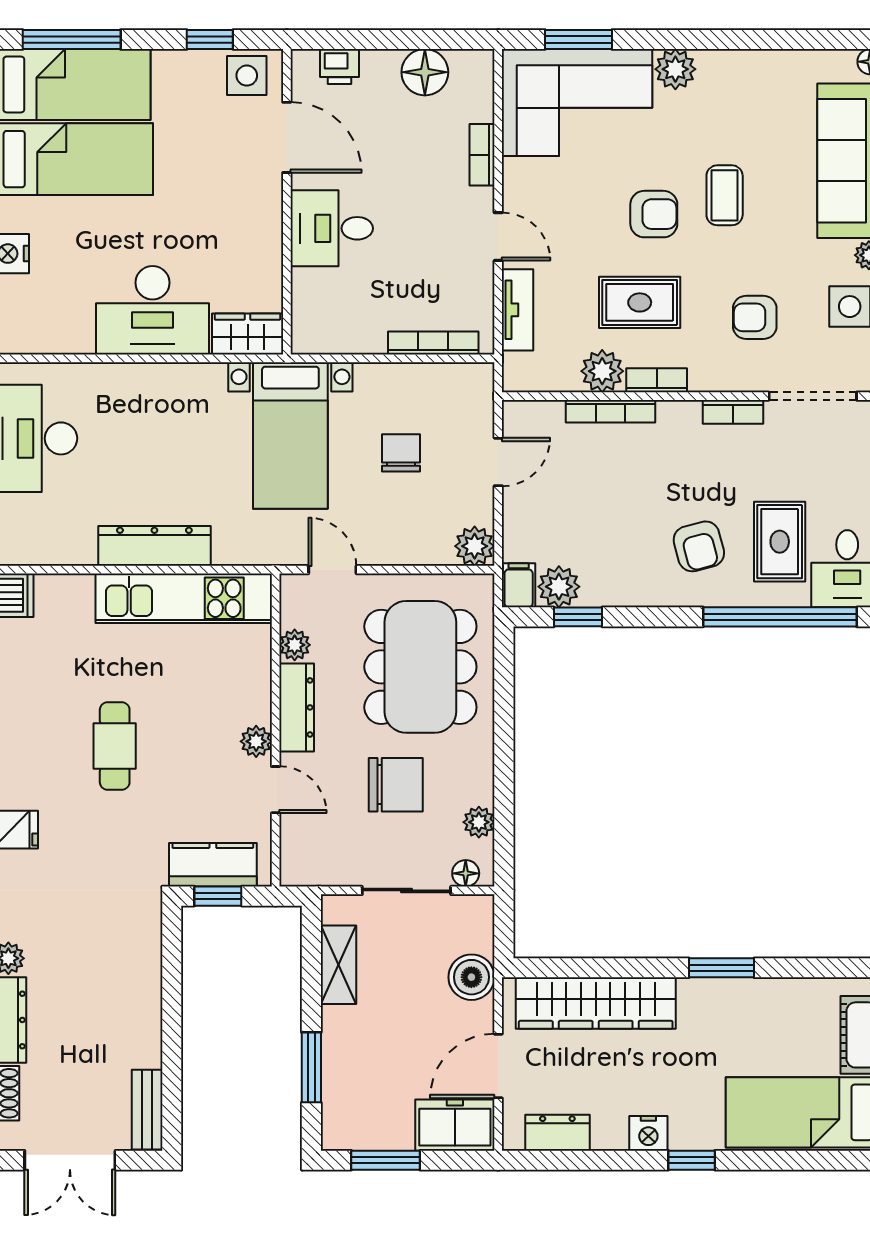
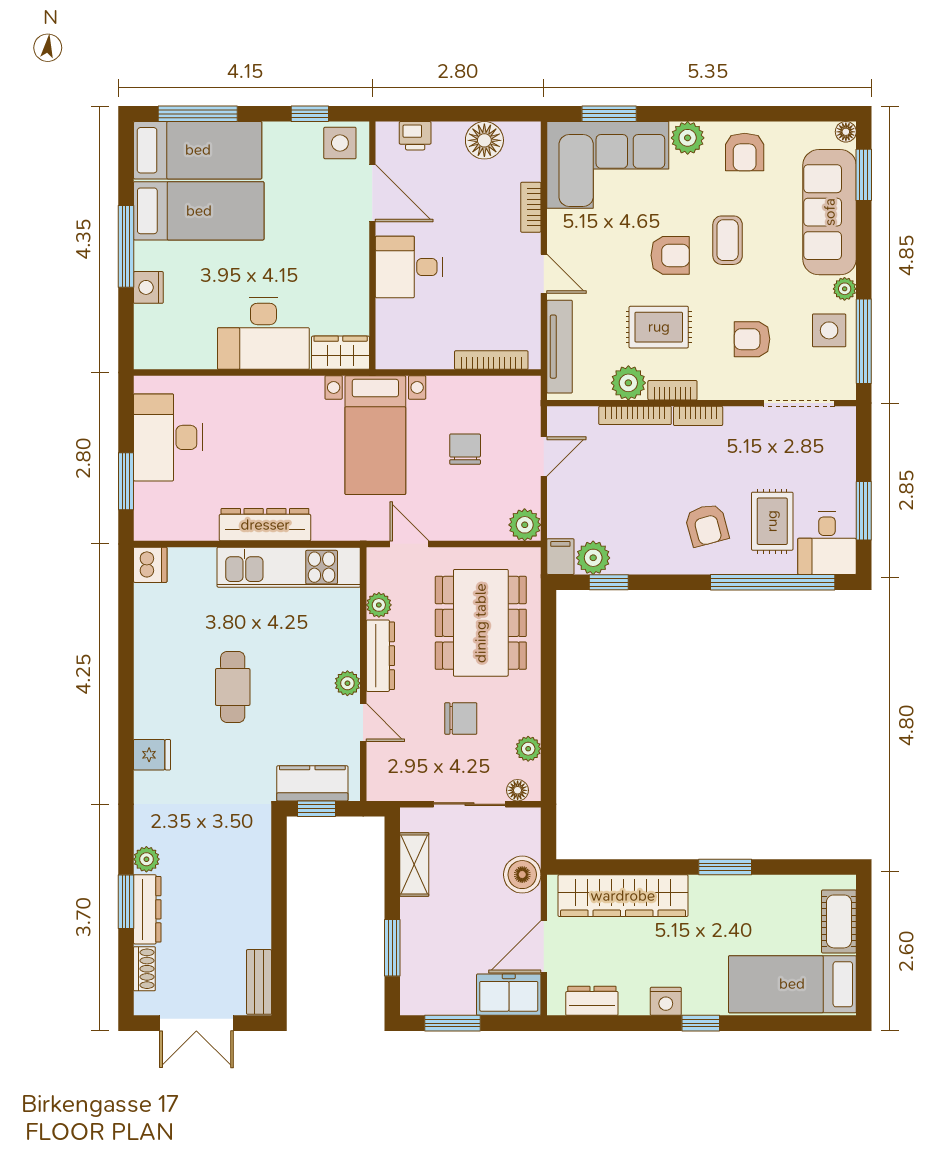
armchair: (746, 87) -> (745, 152), added
tv unit: (517, 310) -> (560, 347), width x1.41
bookcase: (733, 412) -> (698, 416), moved
chair: (396, 785) -> (461, 718), width x0.73, depth x0.73

